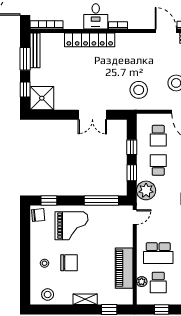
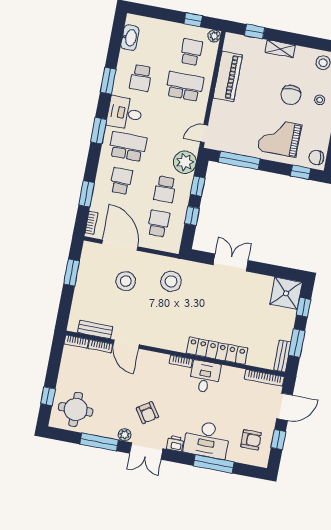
bench: (35, 50) -> (282, 356), width x0.73
chair: (69, 263) -> (291, 95), turned -90
plant: (142, 282) -> (214, 36), moved

